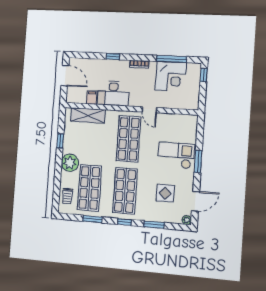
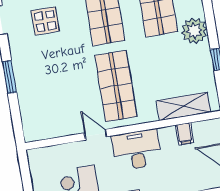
desk: (113, 93) -> (137, 150), moved
checkout: (176, 155) -> (43, 78), removed

